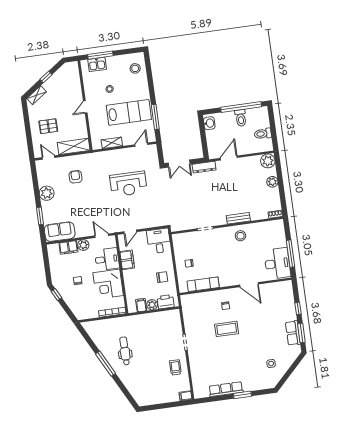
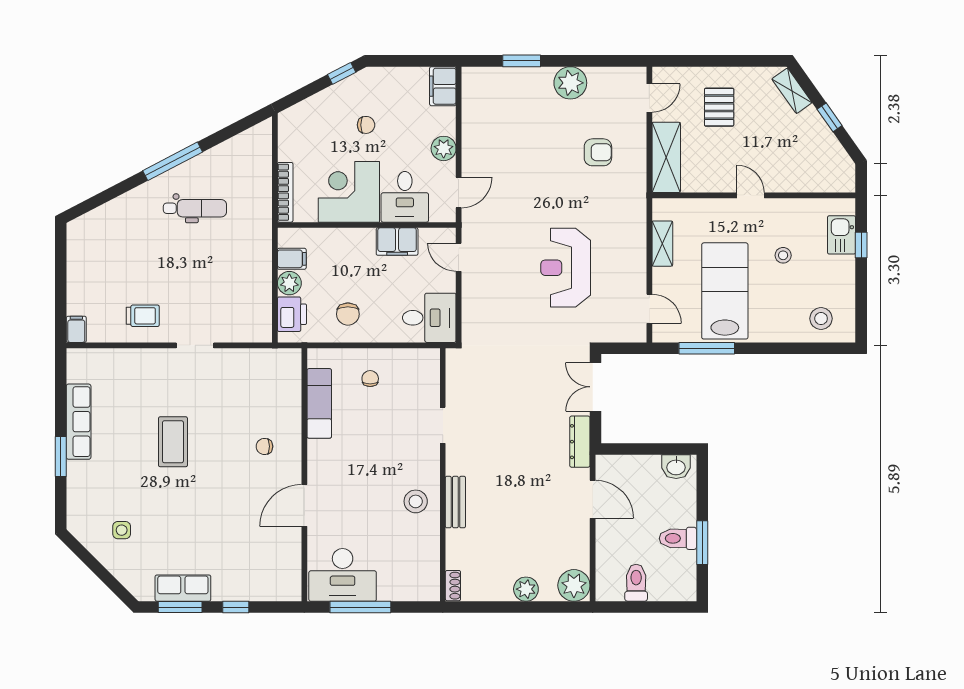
window: (100, 55) -> (861, 245), width x0.46
window: (241, 107) -> (702, 543), width x0.47
lab bench: (129, 112) -> (725, 291), turned 180
sofa: (60, 232) -> (481, 100), removed
filing cabinet: (68, 247) -> (443, 86), moved
coffee table: (227, 329) -> (173, 442), moved

